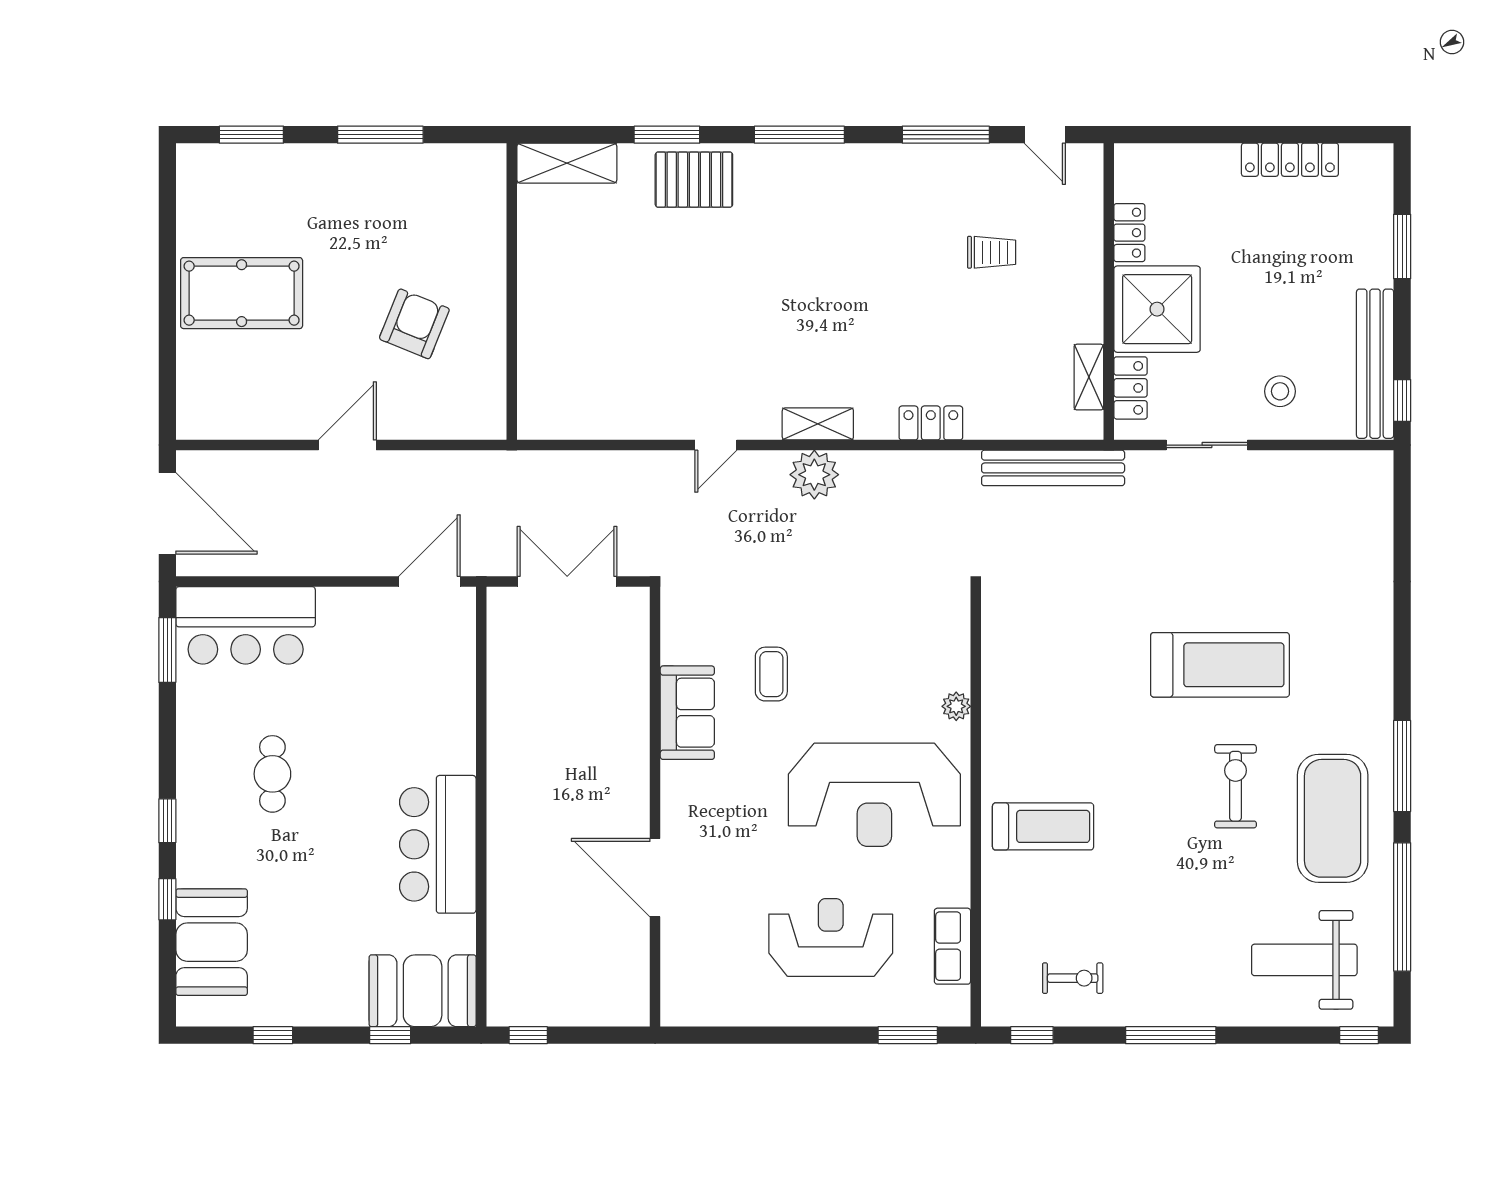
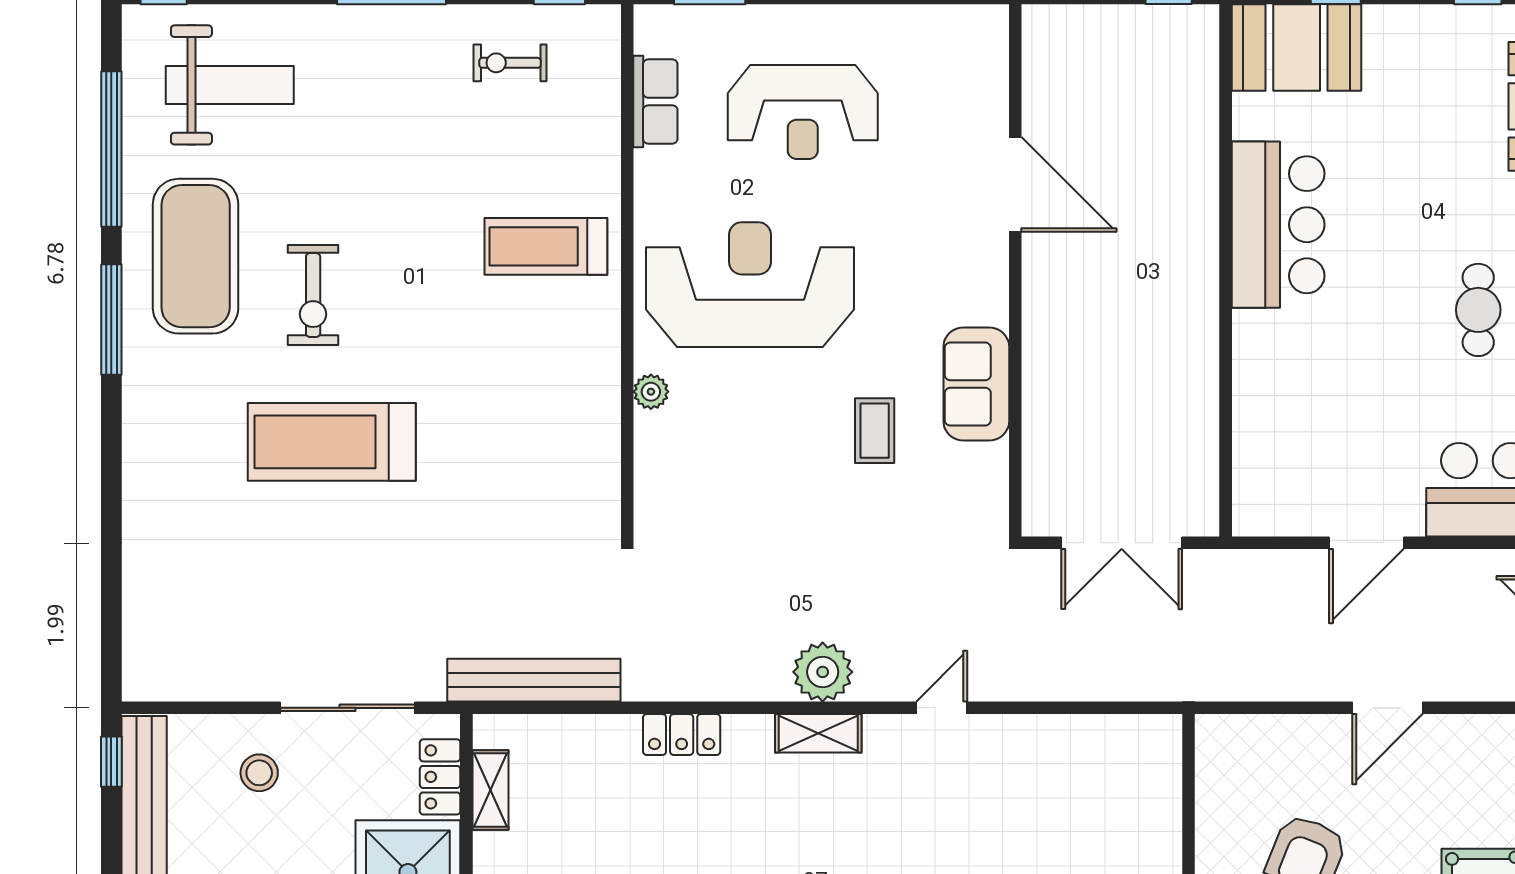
sliding door: (1207, 445) -> (348, 708), width x1.37
door: (429, 581) -> (1366, 543), moved

